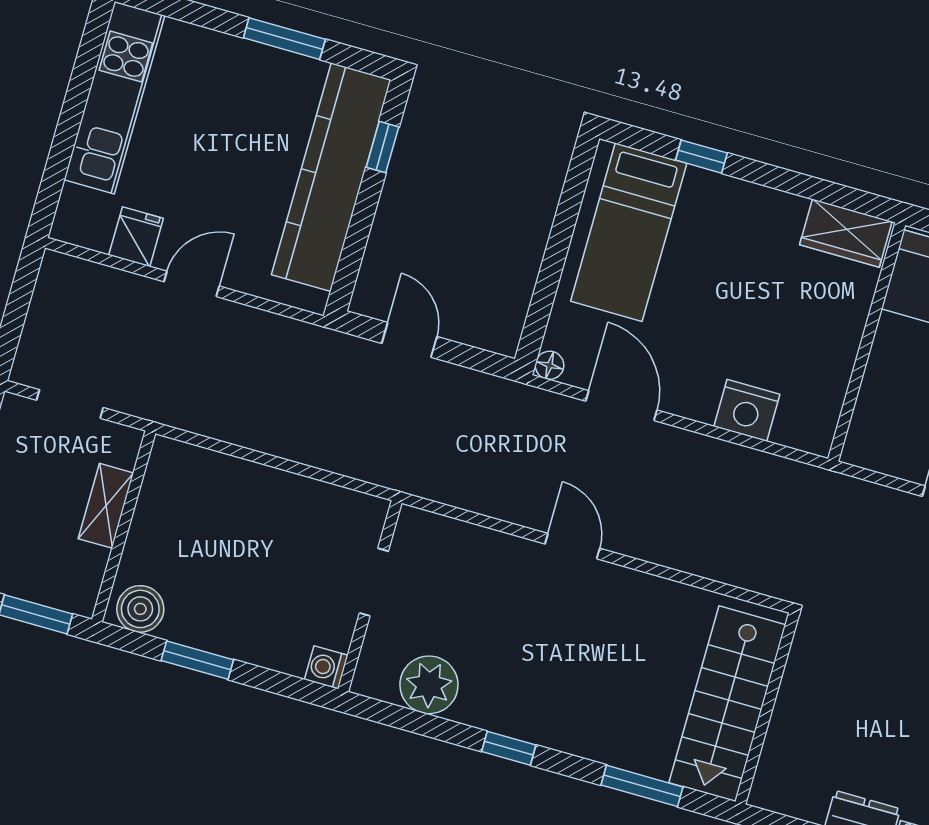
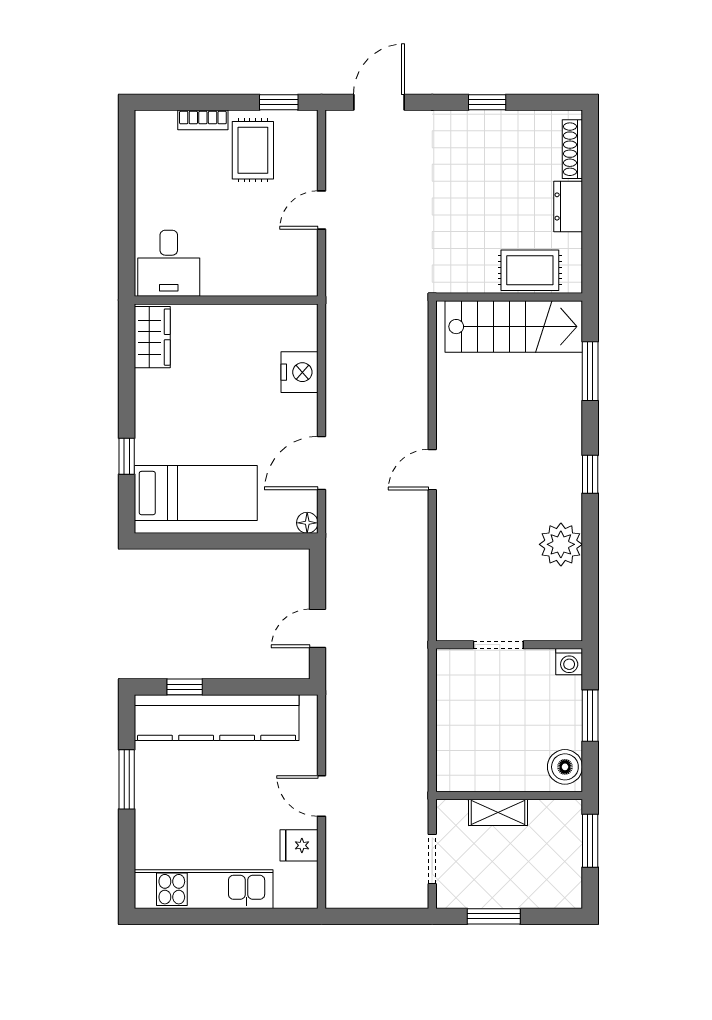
doorway: (374, 582) -> (498, 645), moved
wall: (370, 596) -> (509, 645), moved
washing machine: (326, 667) -> (569, 662), moved
rug: (794, 745) -> (530, 270), added

